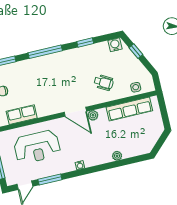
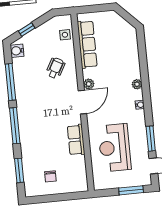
window: (85, 43) -> (10, 82), width x2.17
row of seats: (22, 115) -> (76, 140), moved
reception desk: (37, 147) -> (115, 148), turned 180
plant: (117, 156) -> (137, 84), moved

